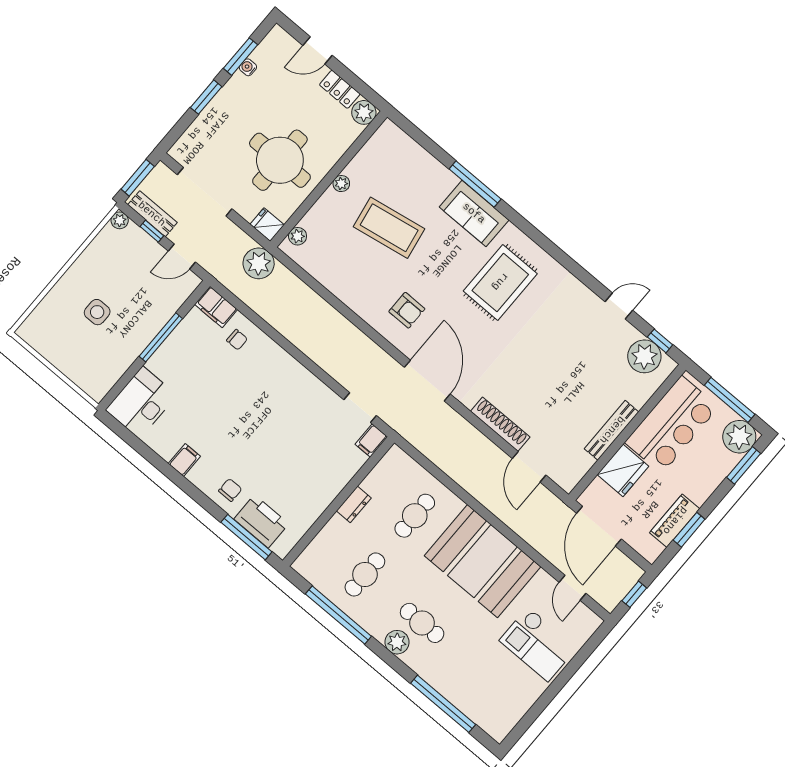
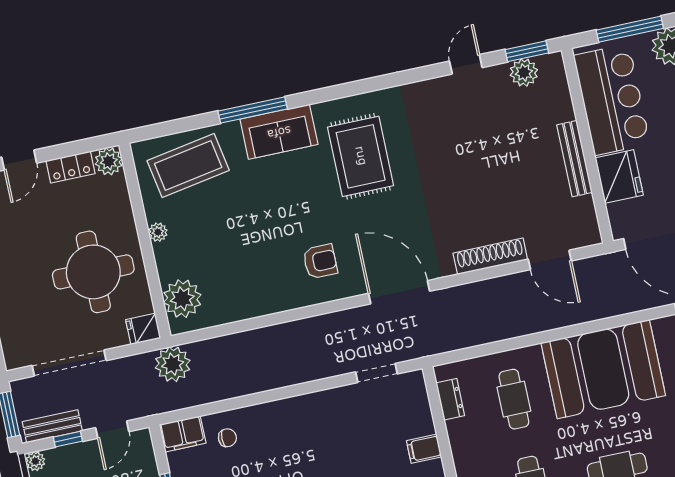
coffee table: (389, 228) -> (188, 166), moved
plant: (298, 236) -> (182, 299), width x1.88, depth x1.88
window: (660, 341) -> (527, 51), width x1.50
plant: (644, 356) -> (524, 73), width x0.73, depth x0.73
filing cabinet: (371, 441) -> (424, 449), moved, turned 90
dresser: (354, 504) -> (450, 399), moved

